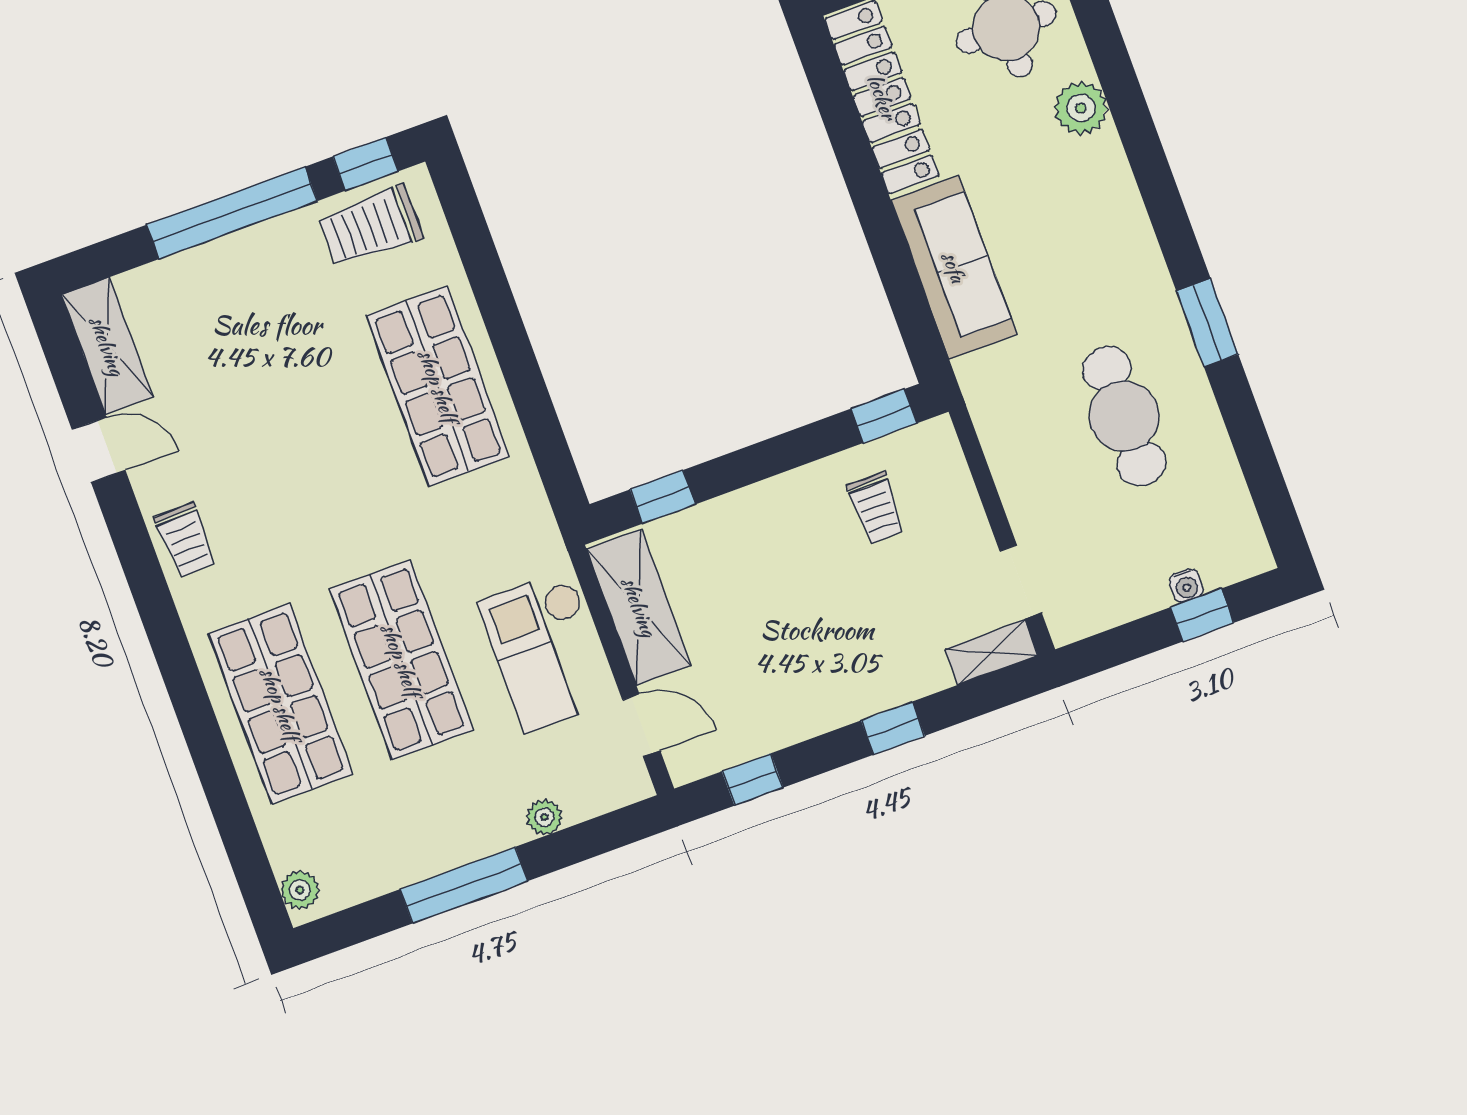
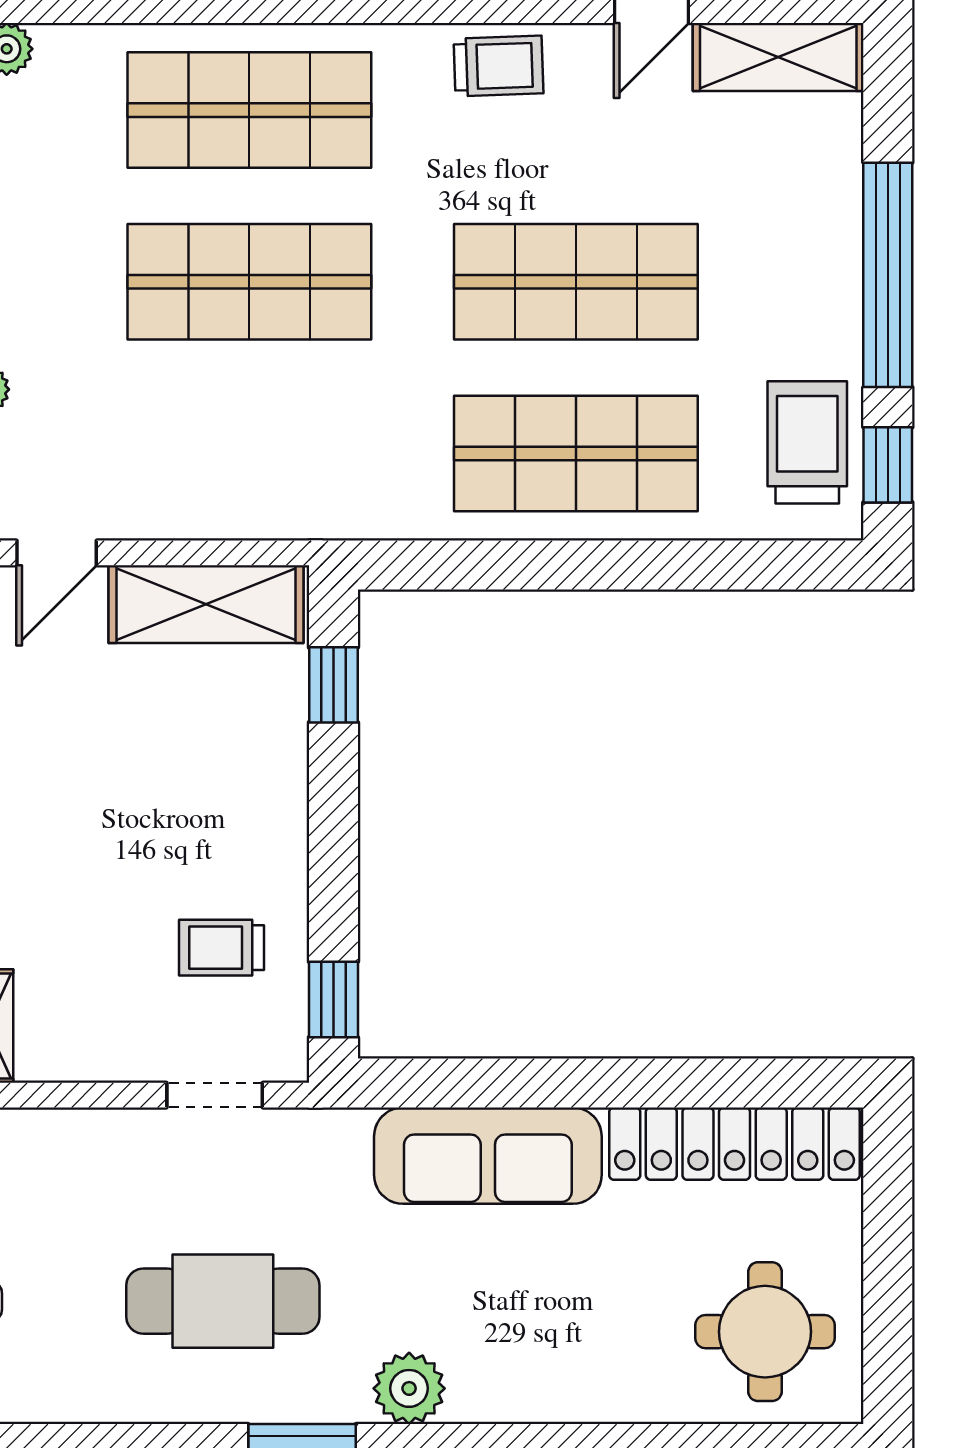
plant: (1081, 108) -> (409, 1388), moved
shop shelf: (317, 430) -> (576, 282), added
trolley: (185, 540) -> (499, 66), turned 180
doorway: (1021, 582) -> (215, 1095), moved
checkout: (547, 651) -> (193, 468), removed

